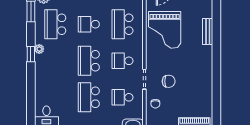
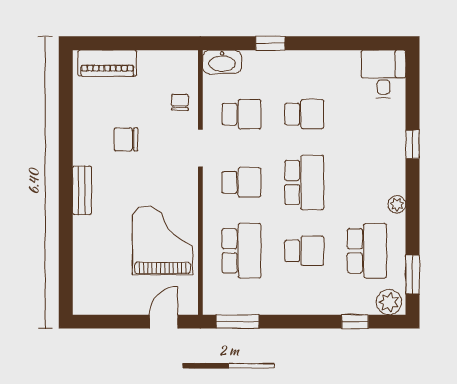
bench: (208, 32) -> (82, 190), moved
window: (31, 54) -> (413, 144), moved
chair: (169, 81) -> (126, 139), moved
school desk: (89, 97) -> (304, 114), width x0.54

